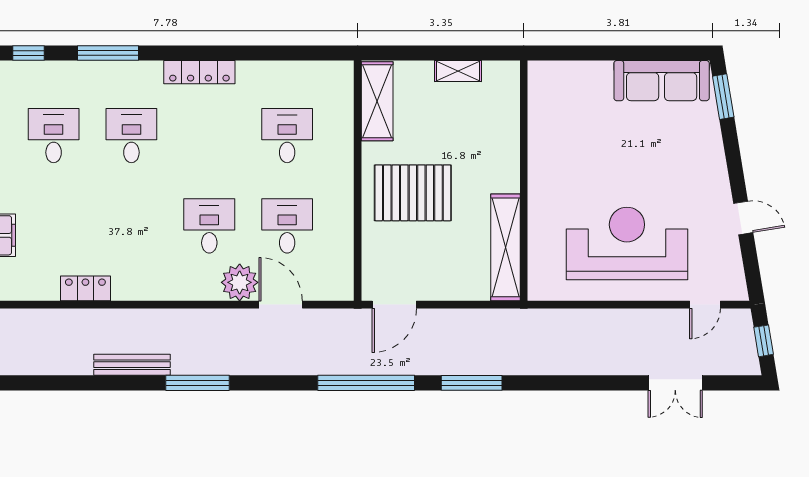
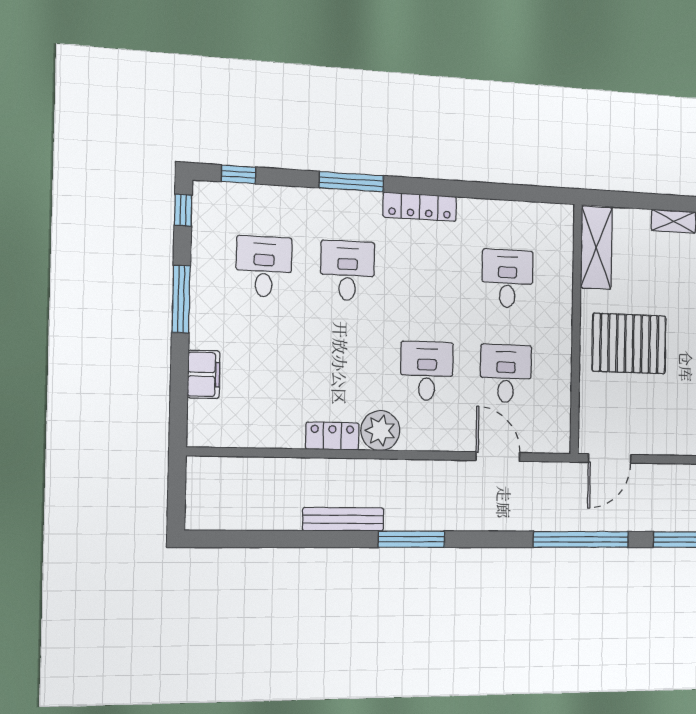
window: (108, 53) -> (351, 182), moved
plant: (240, 282) -> (380, 431), moved
locker: (85, 288) -> (332, 436), moved

